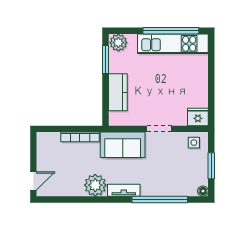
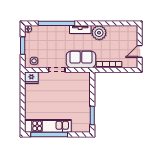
plant: (118, 43) -> (84, 127), removed
kitchen counter: (118, 92) -> (84, 94), removed
door: (33, 181) -> (140, 51), moved

